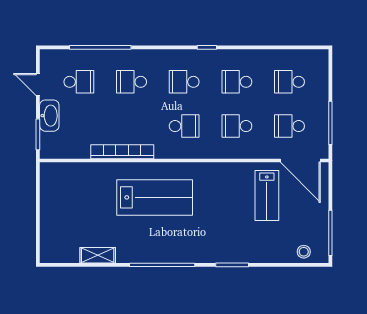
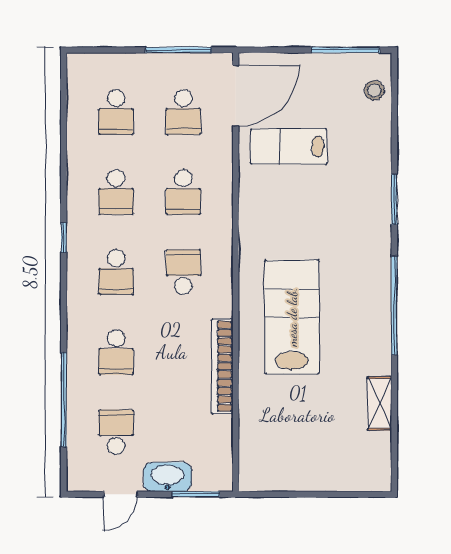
lab bench: (267, 196) -> (289, 146), turned 180

